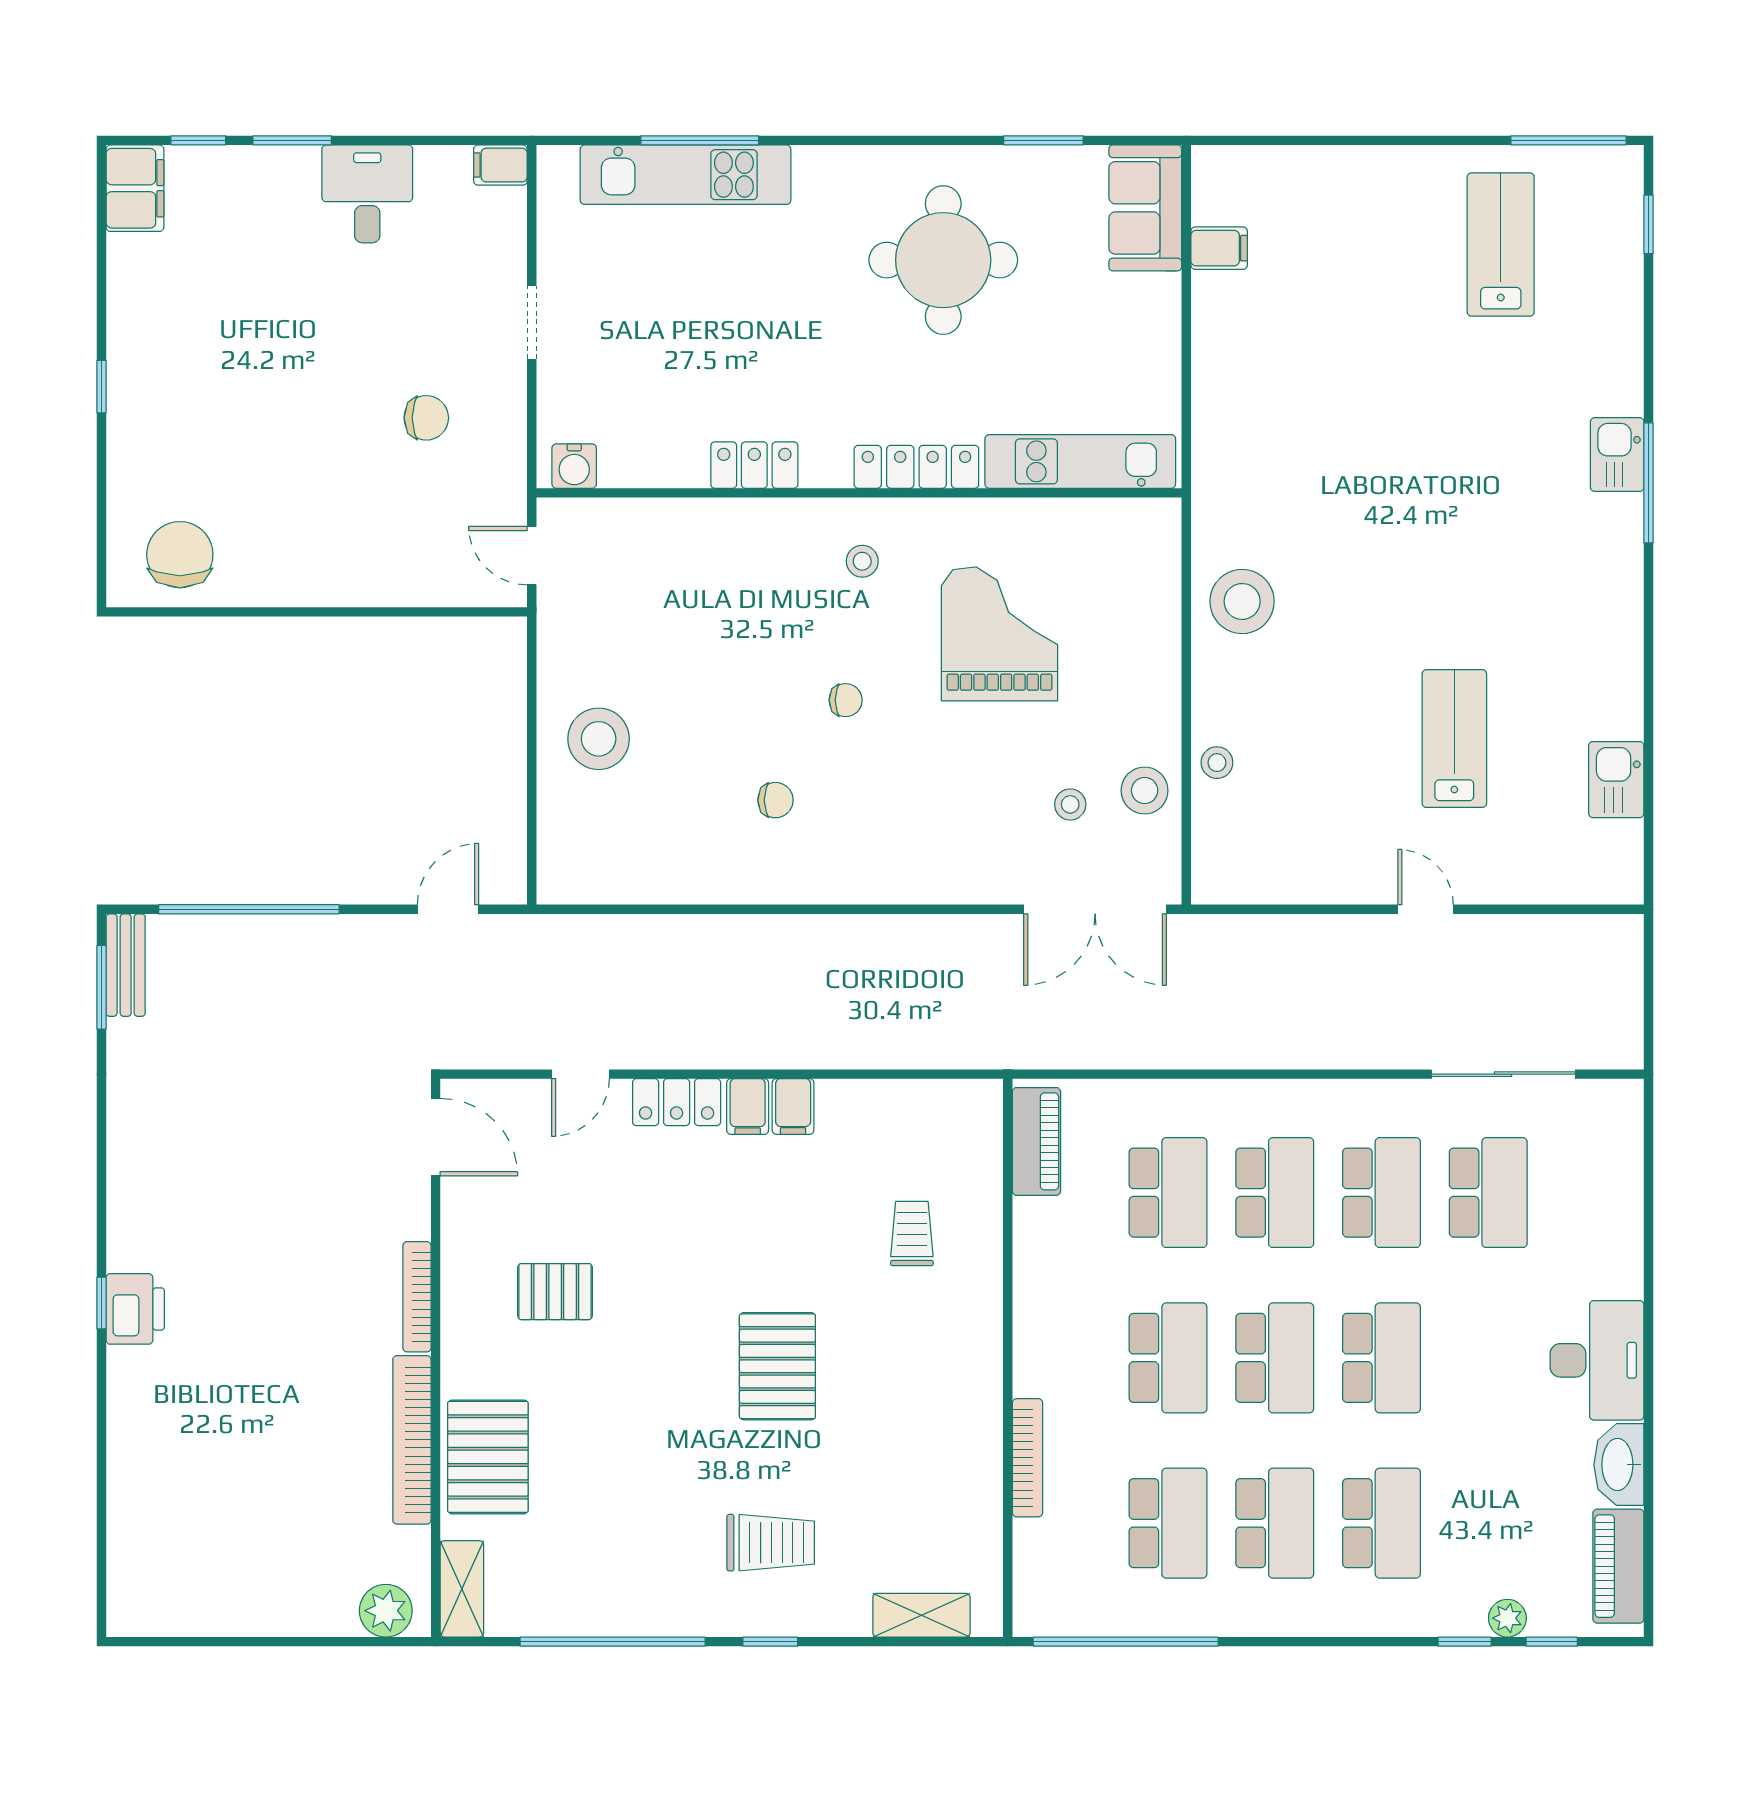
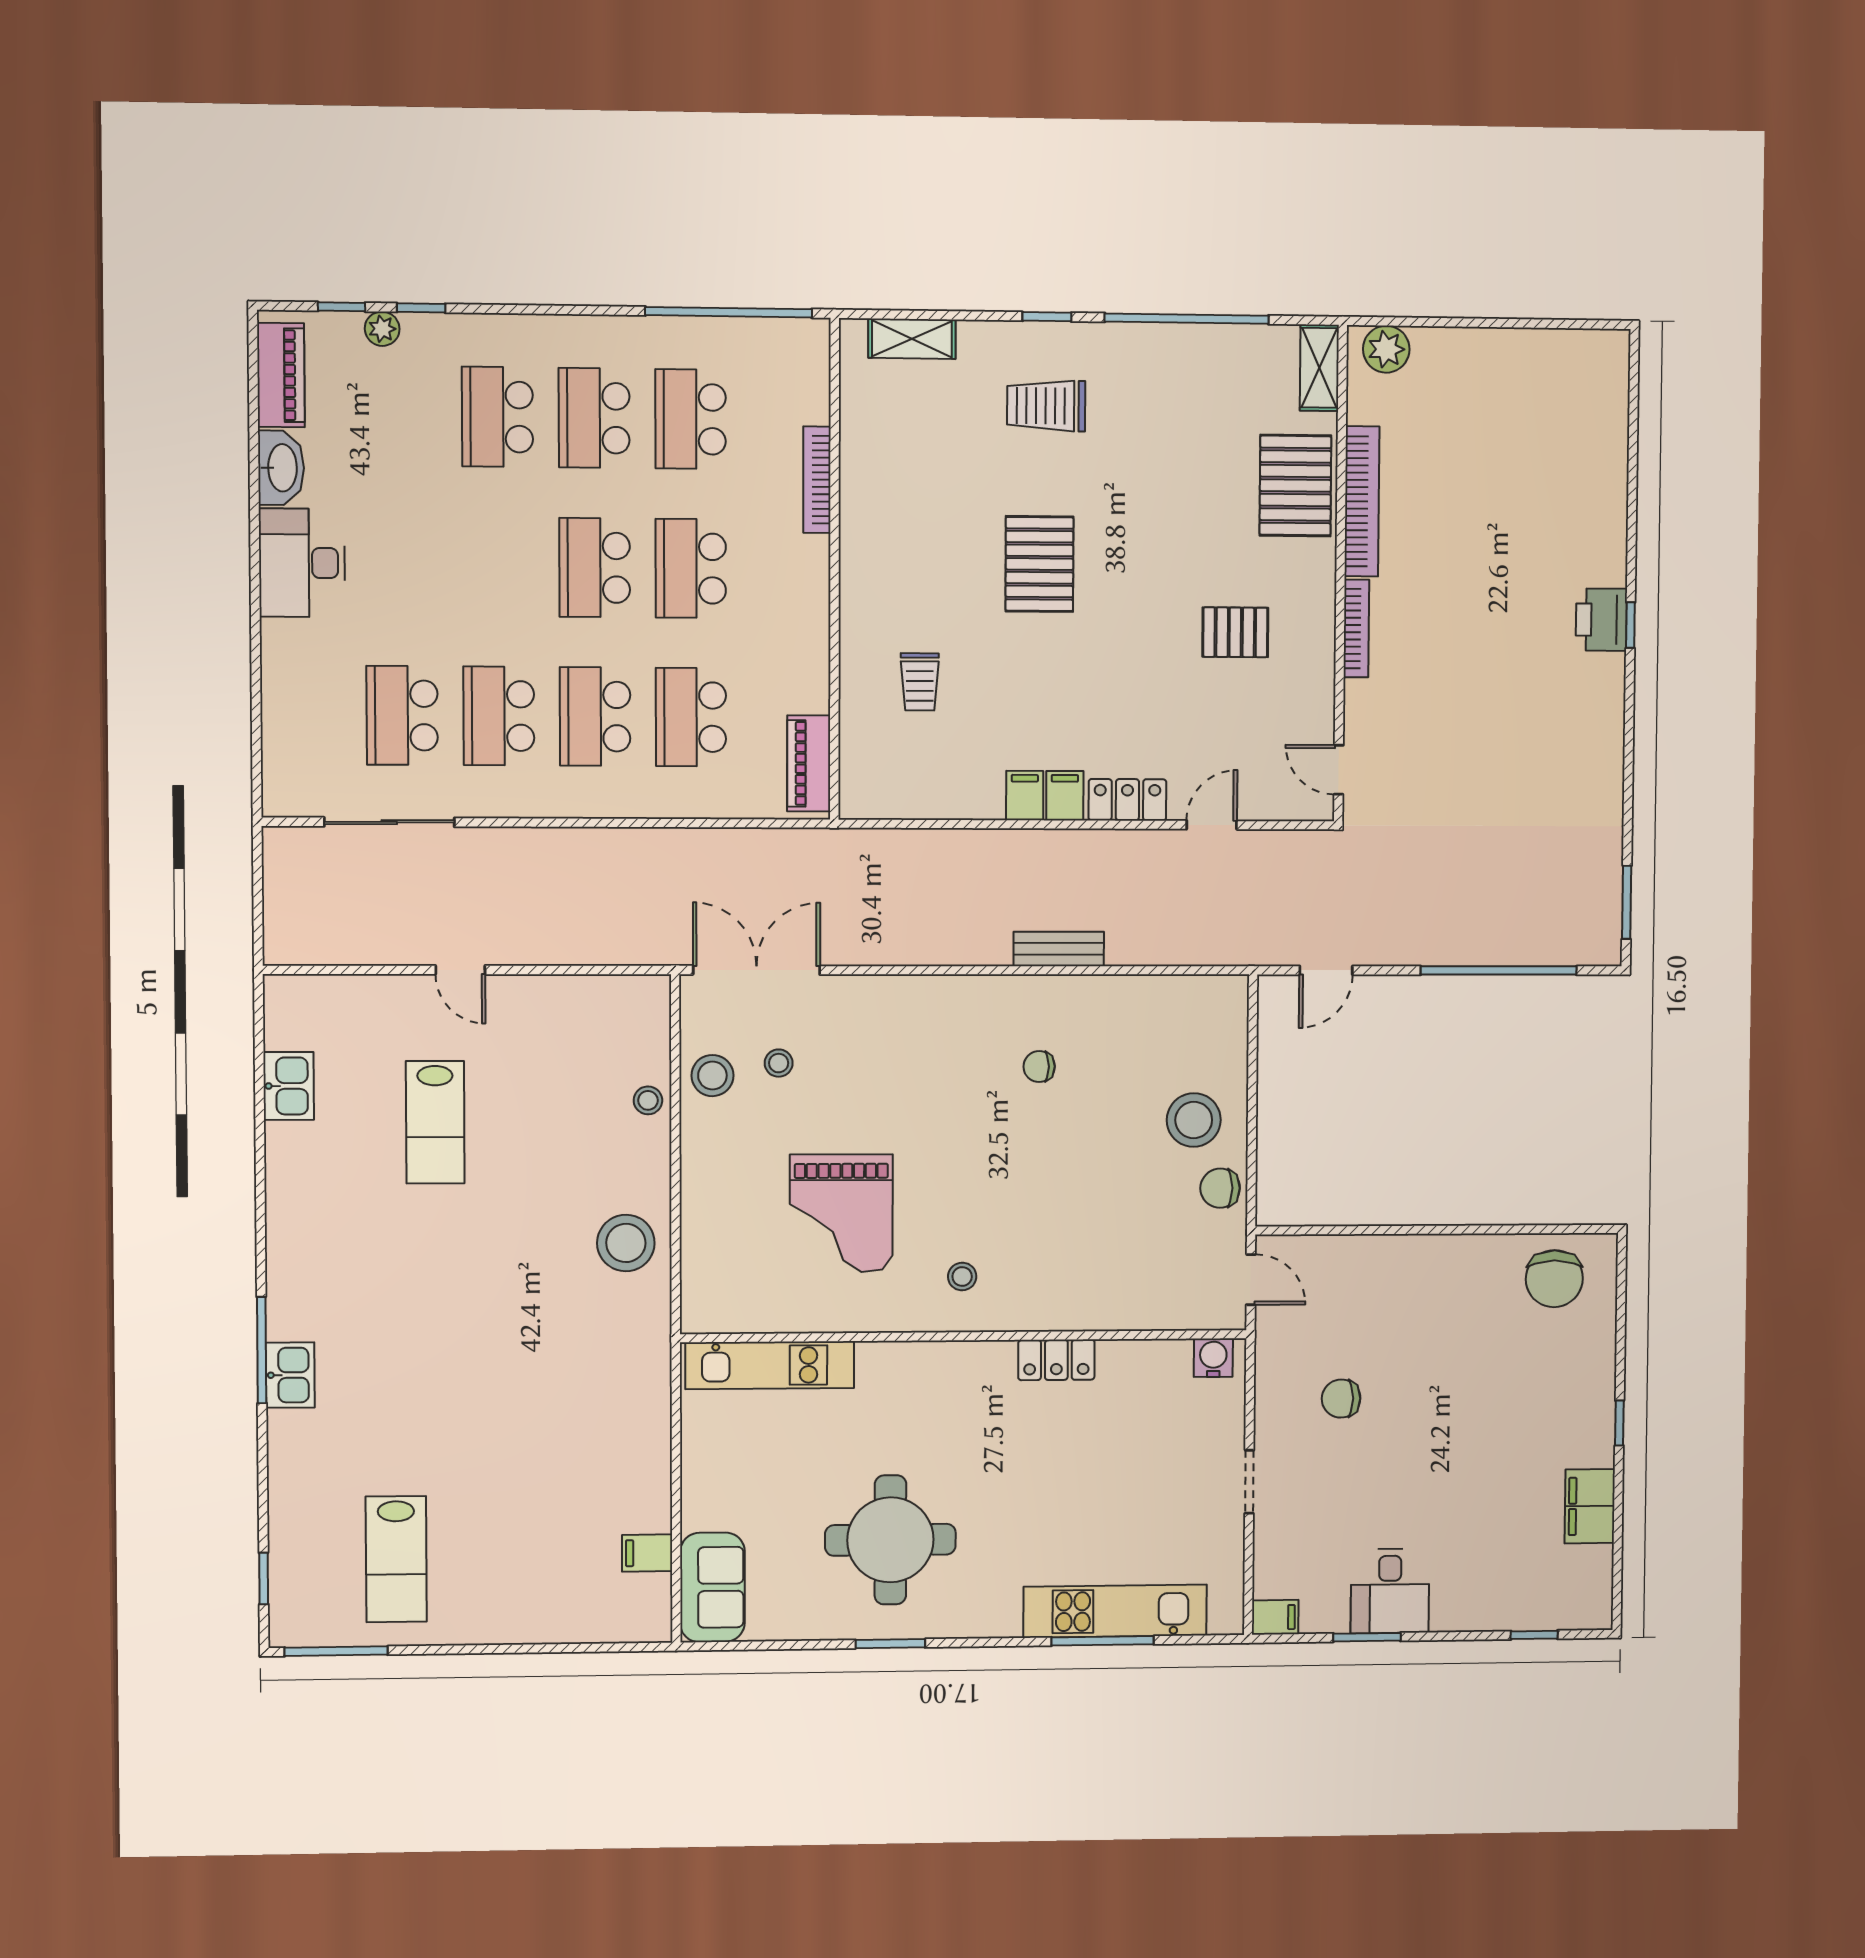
window: (292, 140) -> (1367, 1637), moved
window: (1043, 140) -> (890, 1644), moved
filing cabinet: (135, 188) -> (1590, 1506), moved
locker: (916, 467) -> (914, 1359), removed
chair: (846, 700) -> (1220, 1188), moved, width x1.37, depth x1.37
bench: (126, 965) -> (1059, 949), moved, turned 90
door: (436, 1137) -> (1339, 770), width x0.73
school desk: (1381, 1358) -> (498, 567), removed

